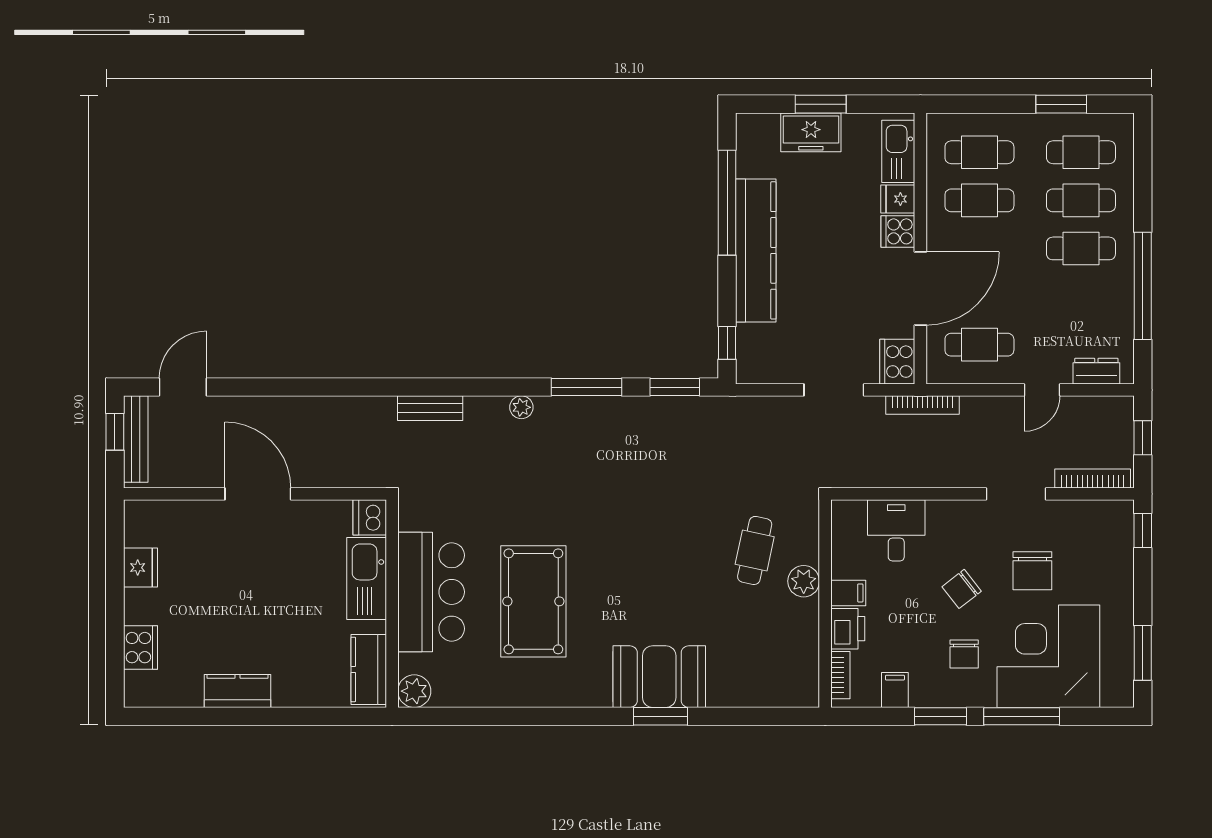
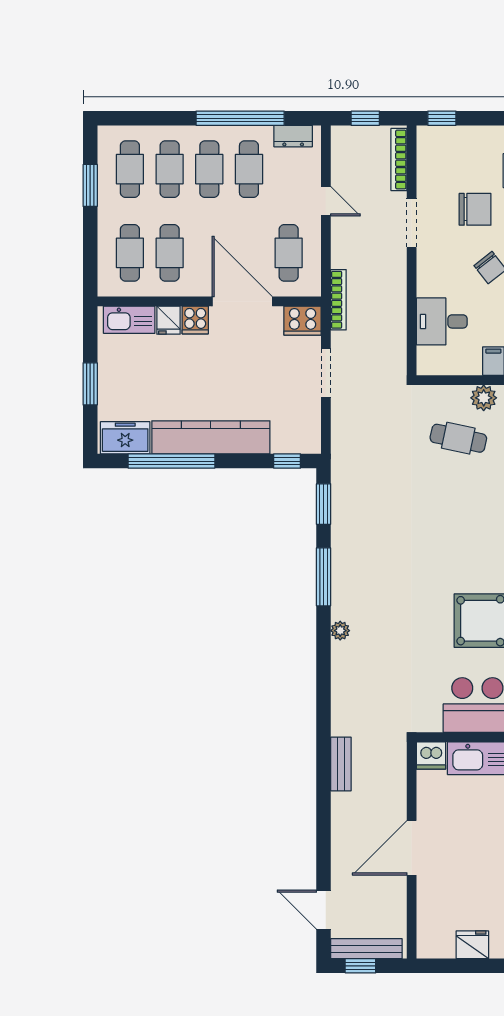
freezer: (811, 132) -> (125, 438), moved, turned -90
cafe table: (1081, 297) -> (249, 169), added
dresser: (1096, 371) -> (293, 136), moved, turned -90
bench: (430, 408) -> (341, 764), moved

